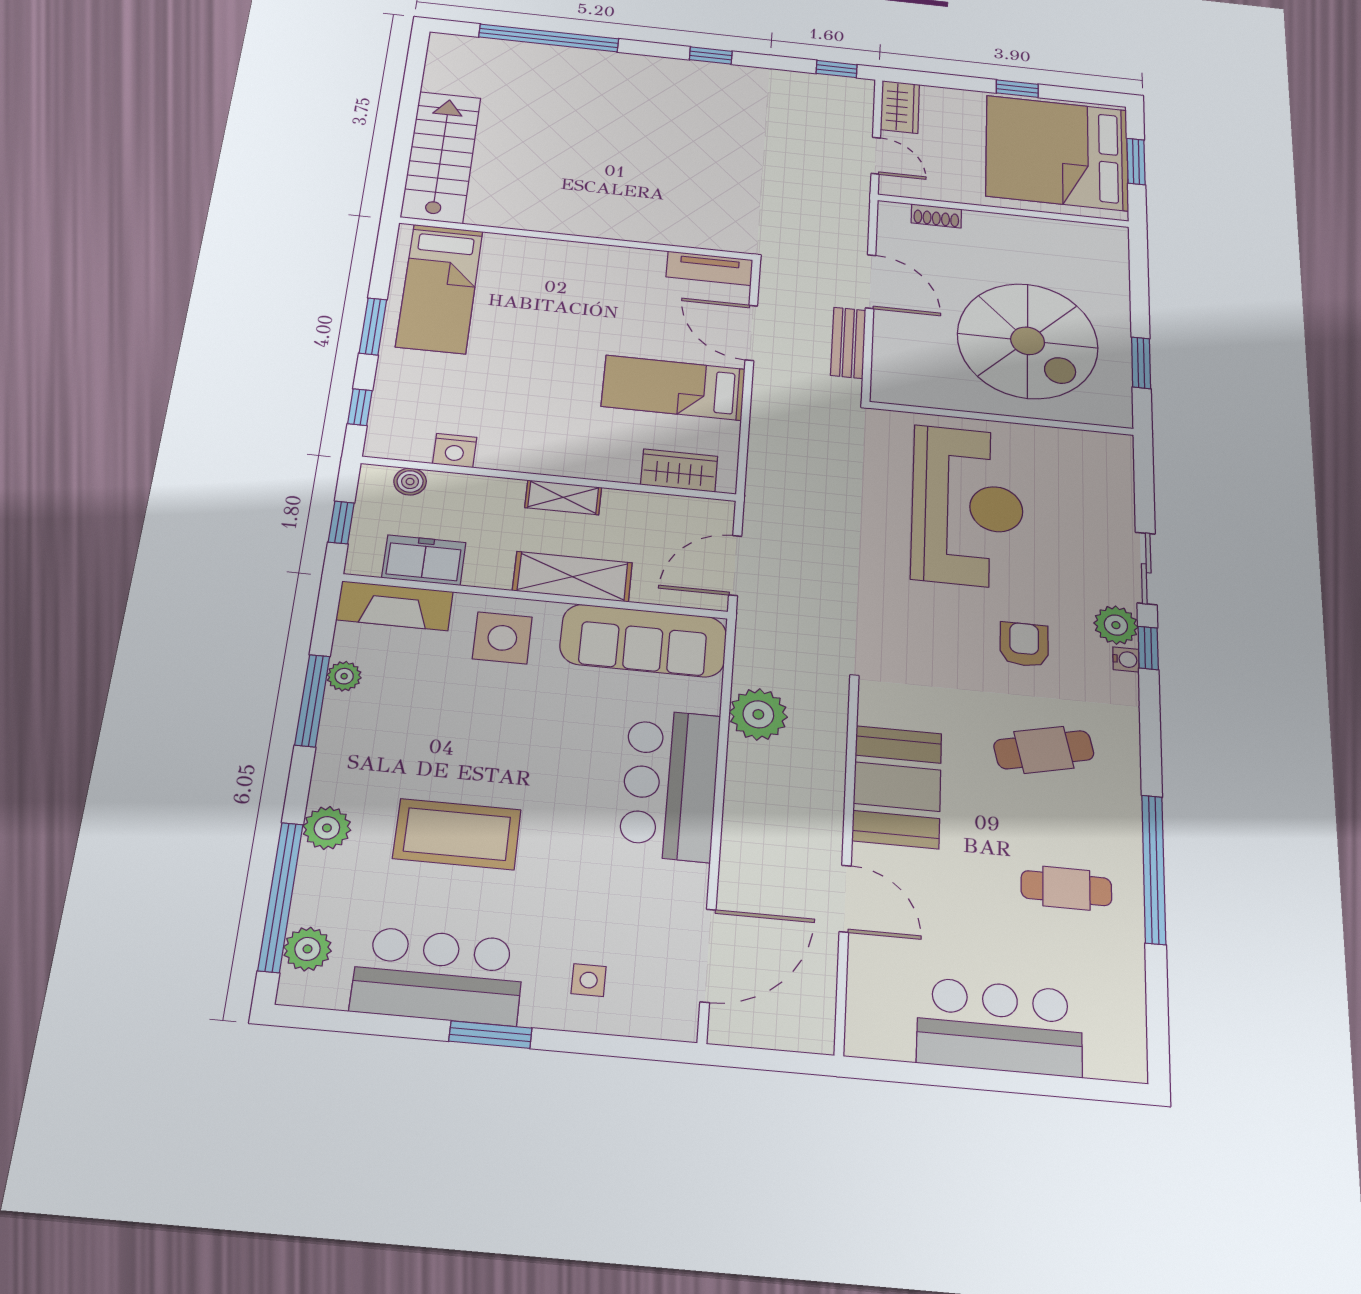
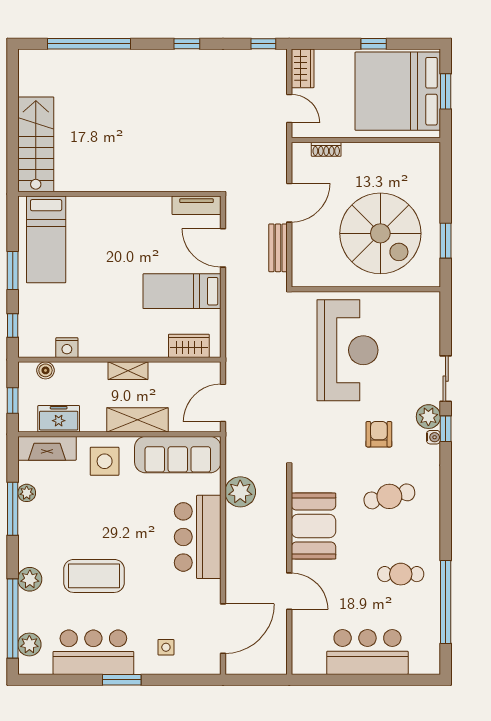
door: (871, 282) -> (289, 203), hinge flipped
window: (1154, 869) -> (446, 602), moved

